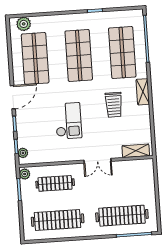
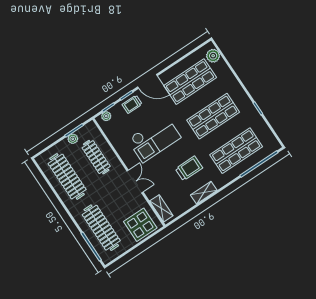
shelving: (143, 92) -> (204, 193), moved
trolley: (114, 105) -> (189, 168), turned 180
checkout: (68, 121) -> (154, 139), width x1.36, depth x1.21
trolley: (26, 123) -> (132, 104), added
double door: (97, 161) -> (135, 181), swing flipped
plant: (25, 174) -> (73, 139), moved
display table: (140, 179) -> (140, 225), added

